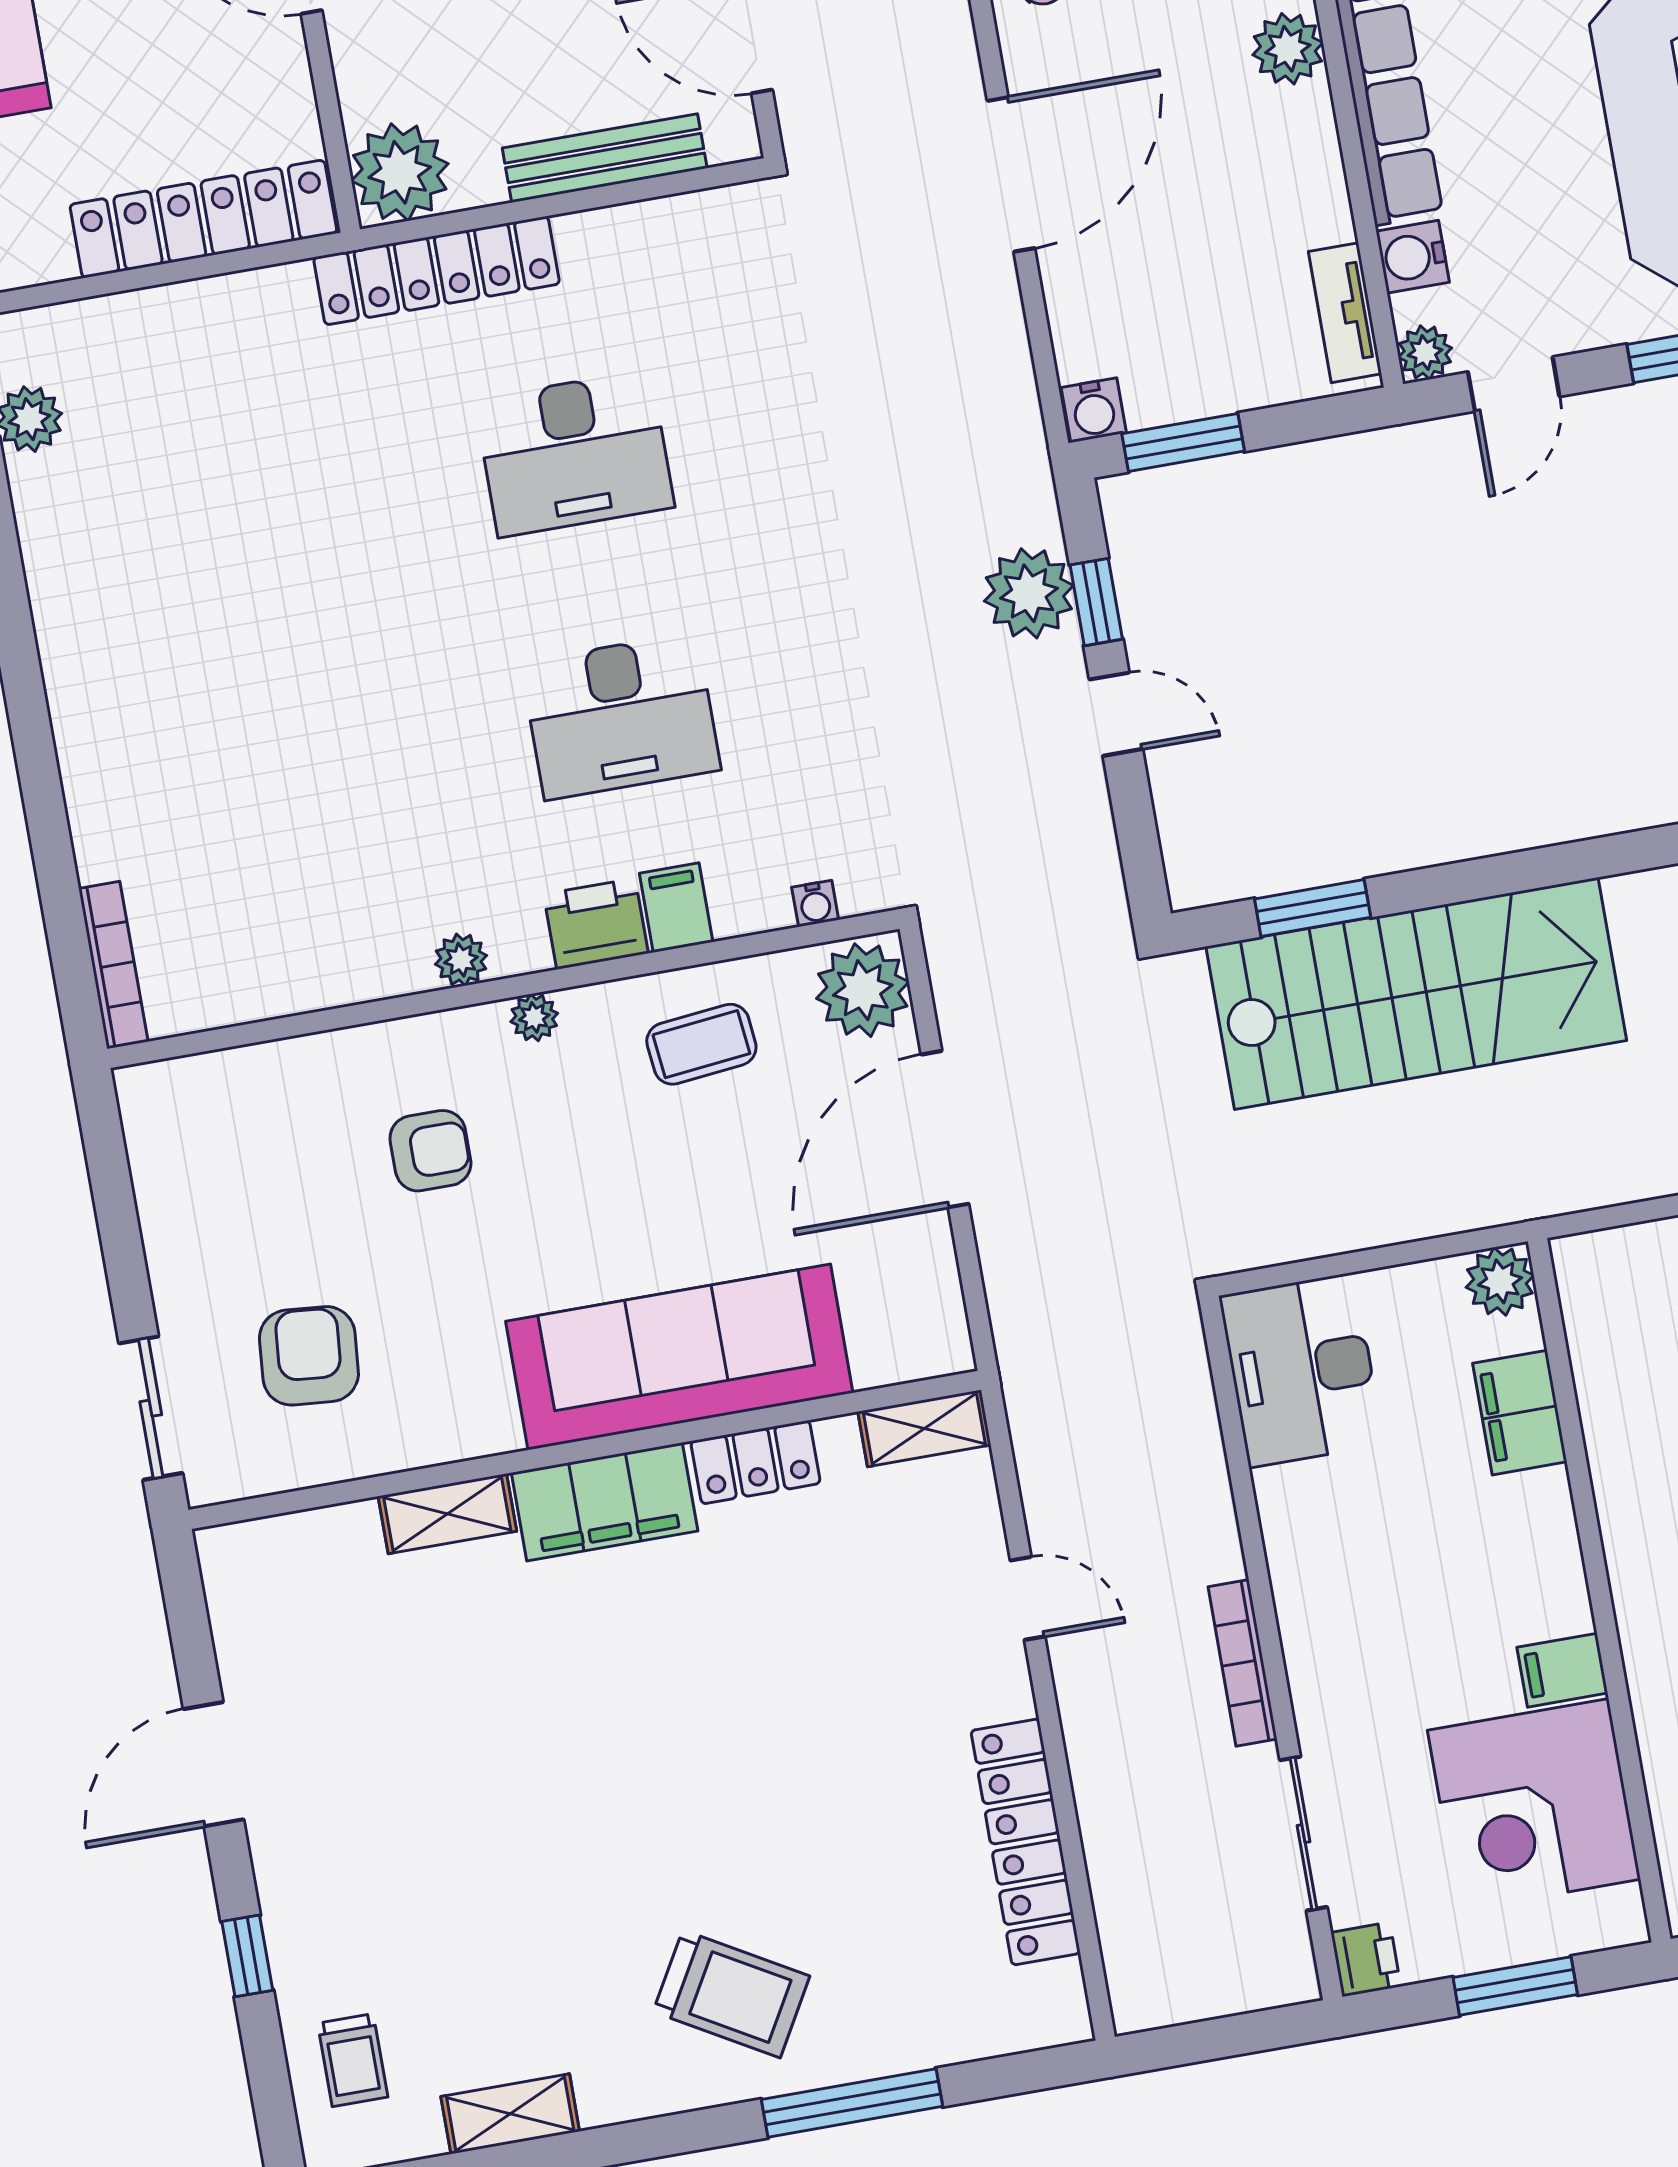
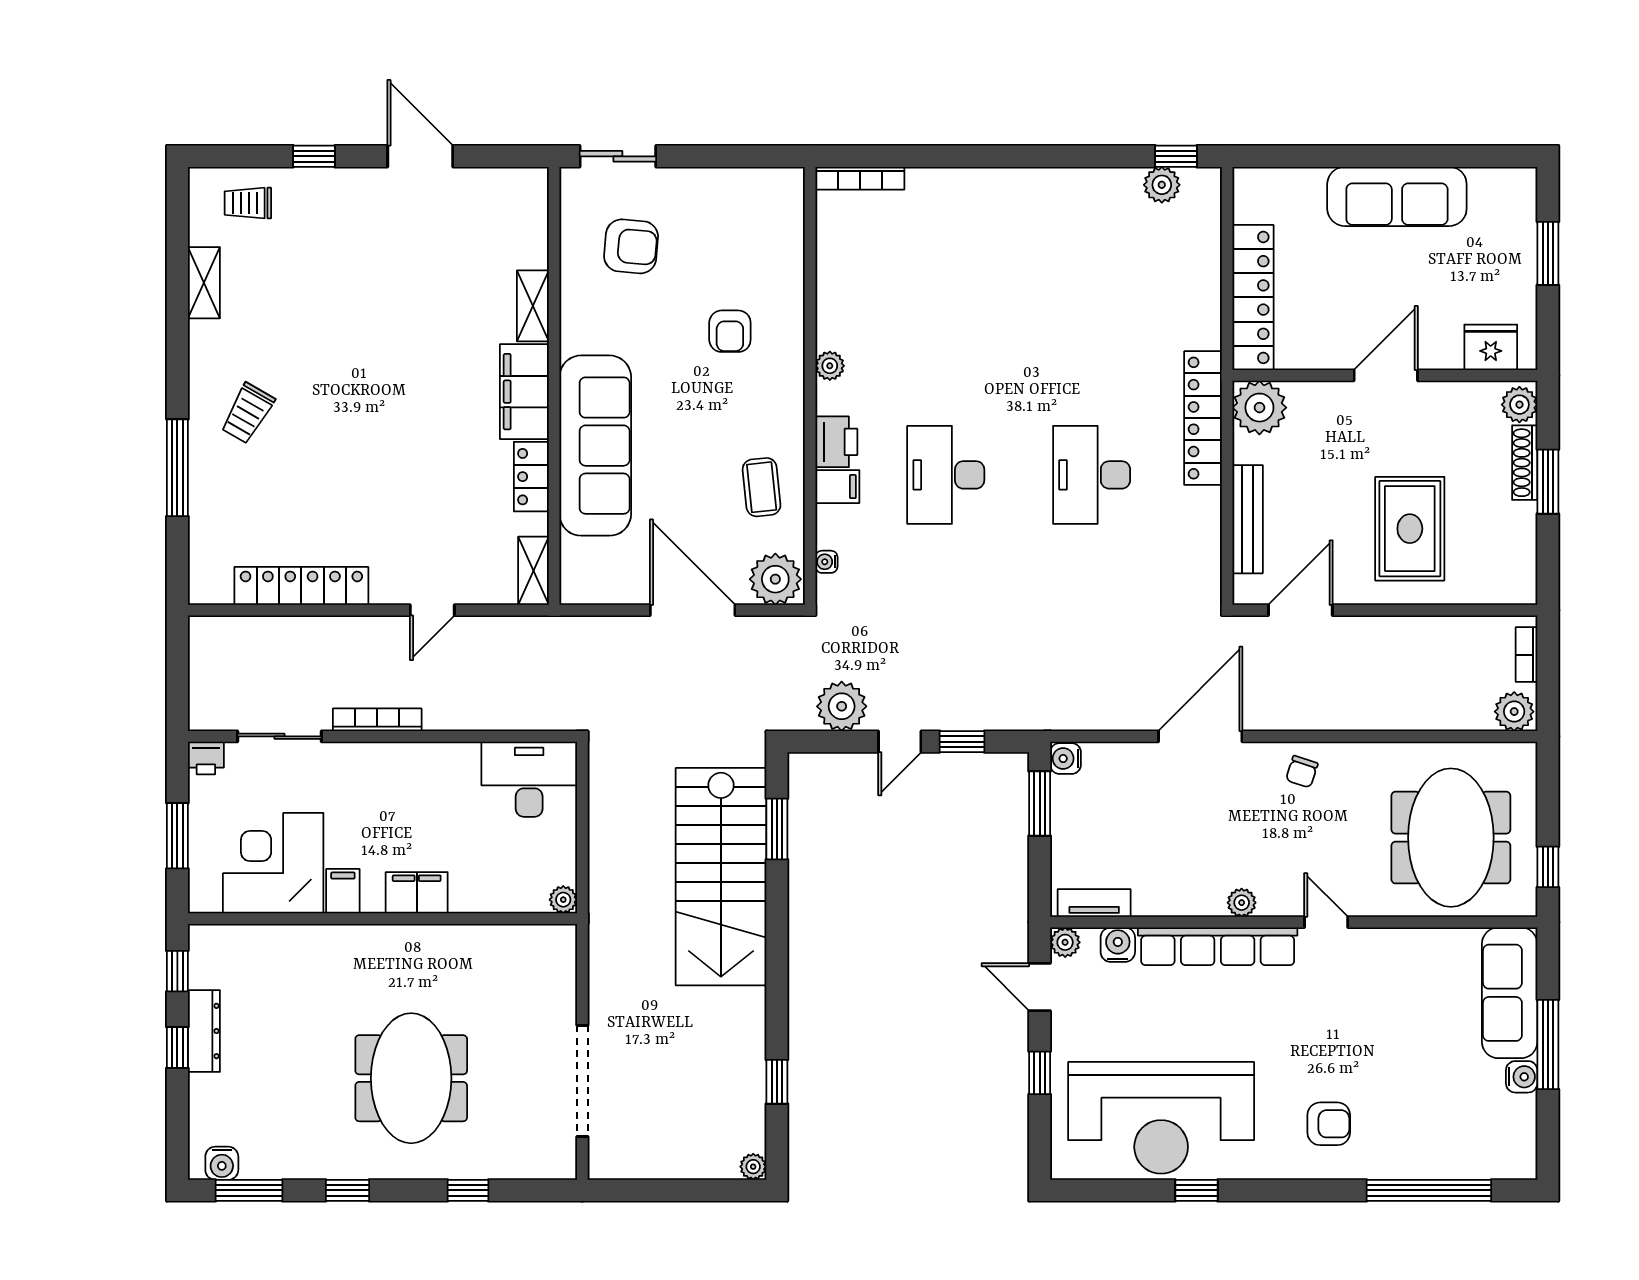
plant: (1288, 49) -> (1242, 903), width x0.73, depth x0.73
door: (1011, 174) -> (1200, 736), swing flipped
plant: (1029, 593) -> (842, 706), moved
plant: (534, 1017) -> (792, 400), removed
plant: (1500, 1281) -> (563, 900), width x0.73, depth x0.73
filing cabinet: (1520, 1413) -> (417, 893), moved
trolley: (731, 1994) -> (248, 413), width x0.73, depth x0.72

